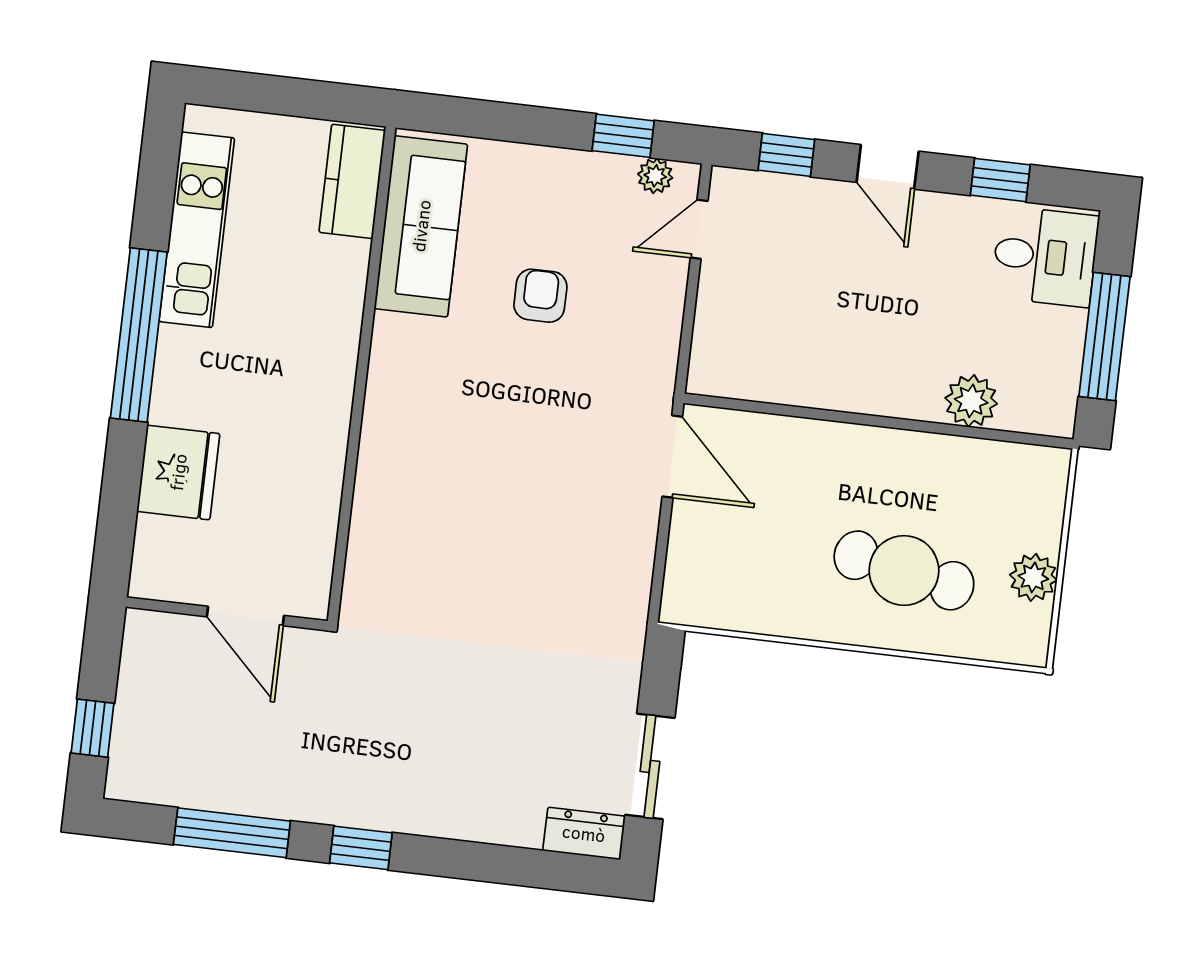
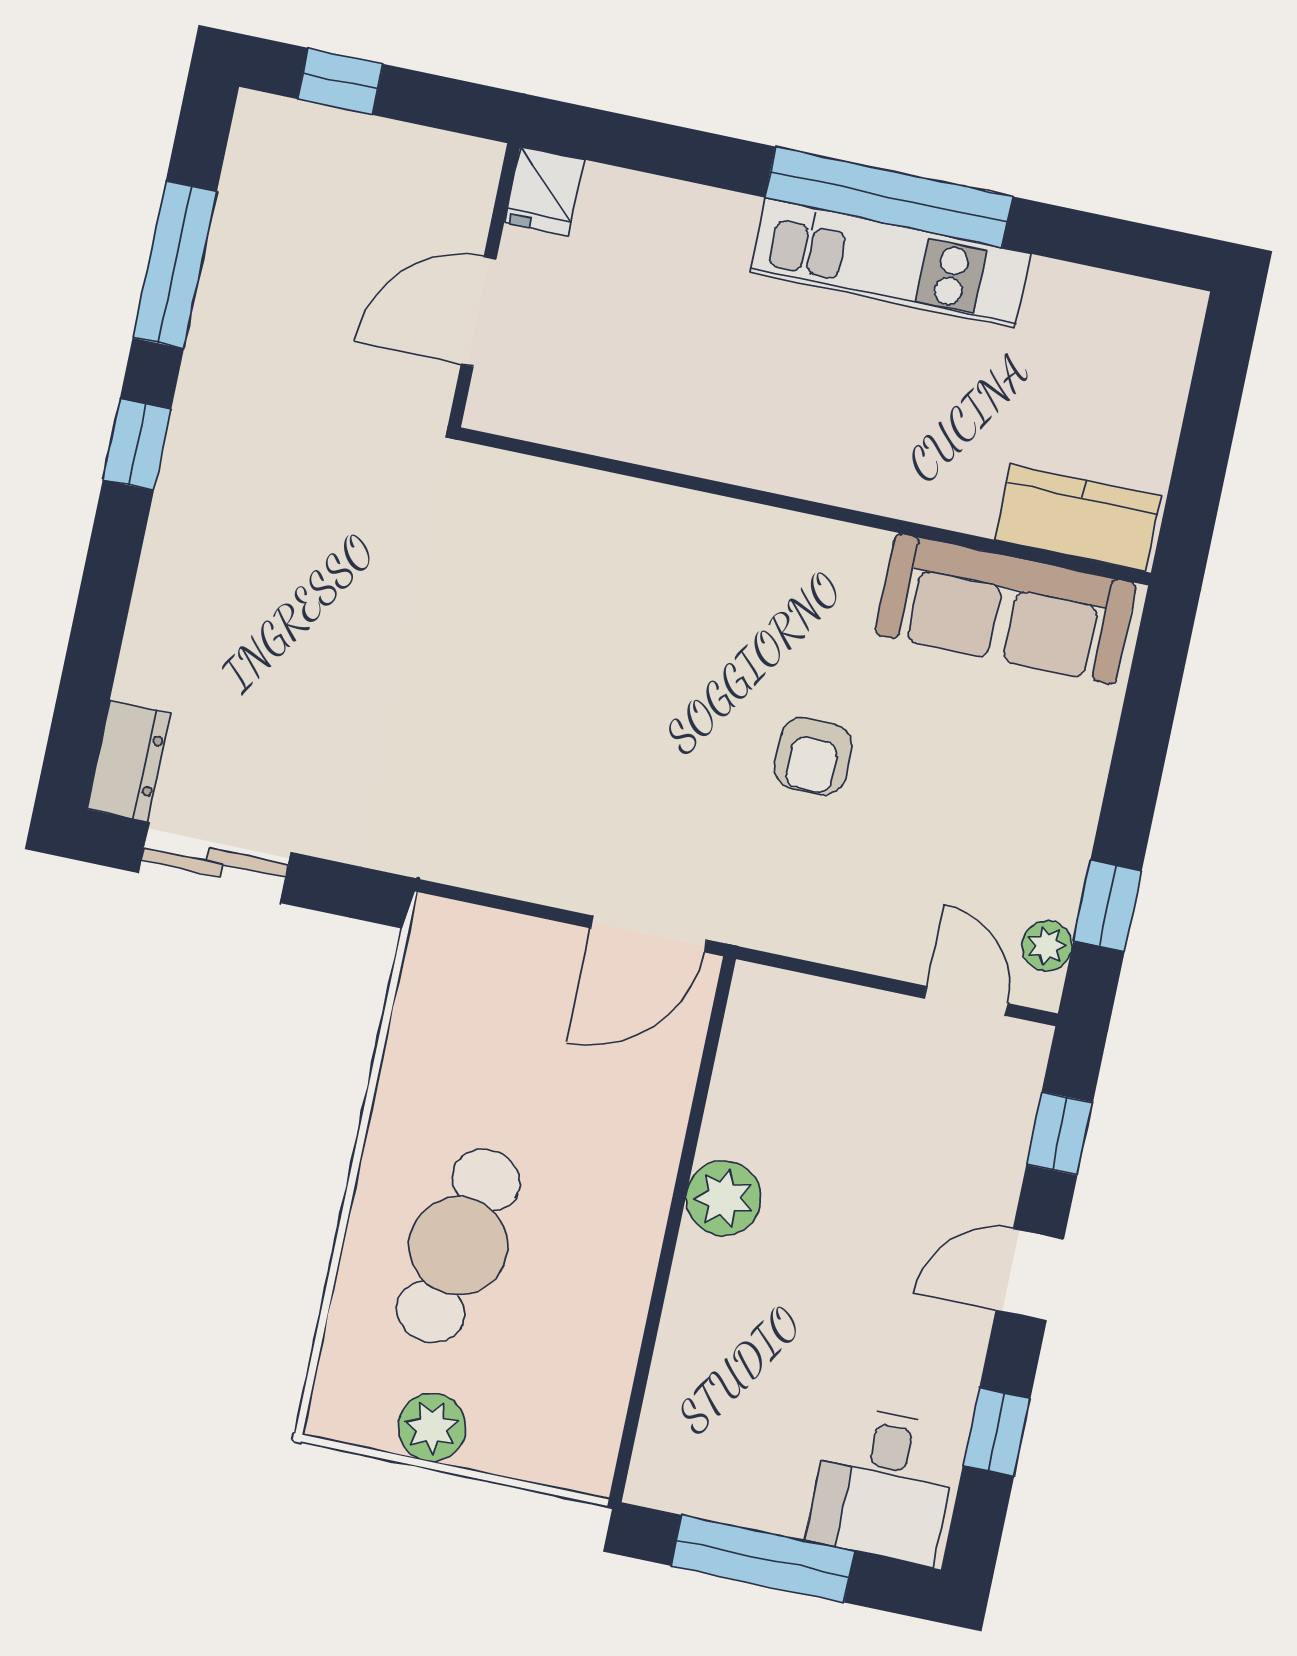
kitchen unit: (197, 230) -> (890, 263), moved
armchair: (540, 296) -> (813, 756), moved, turned 90
plant: (971, 401) -> (724, 1198), moved
fridge: (178, 472) -> (544, 191), moved, width x0.53, depth x0.75

